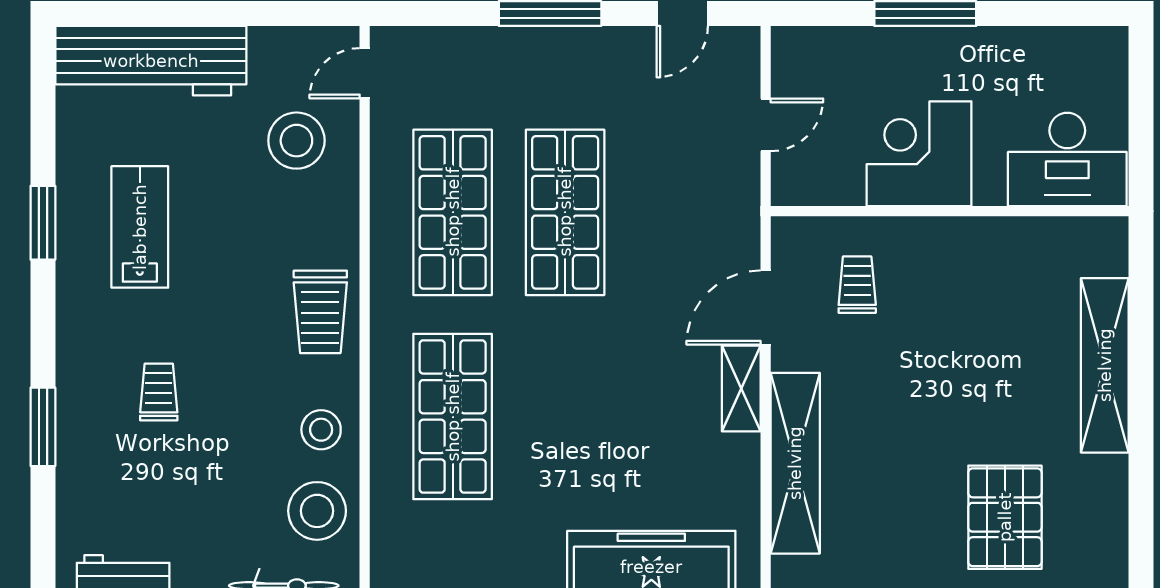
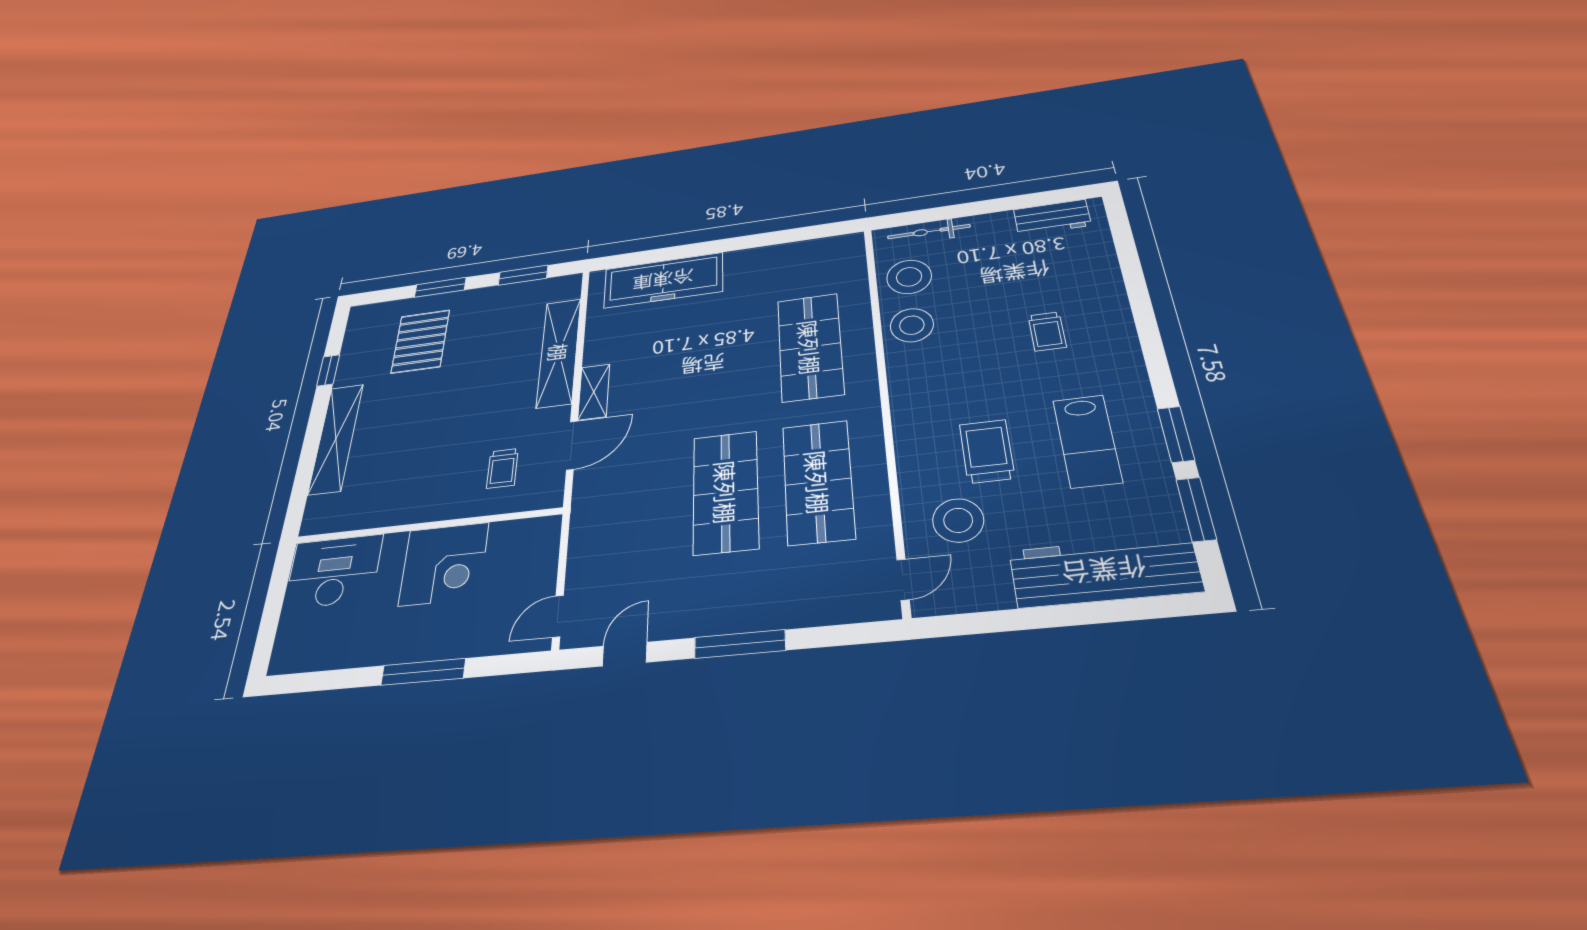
door: (766, 125) -> (558, 616), moved
trolley: (320, 312) -> (987, 451), moved
window: (43, 427) -> (1196, 509), moved
stool: (321, 430) -> (912, 325), width x1.38, depth x1.38
window: (1141, 487) -> (328, 370), added

